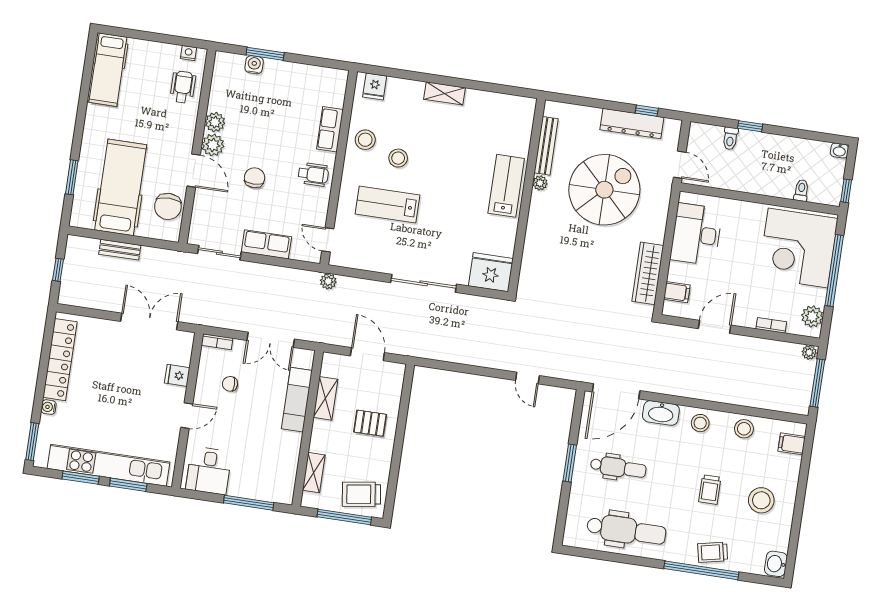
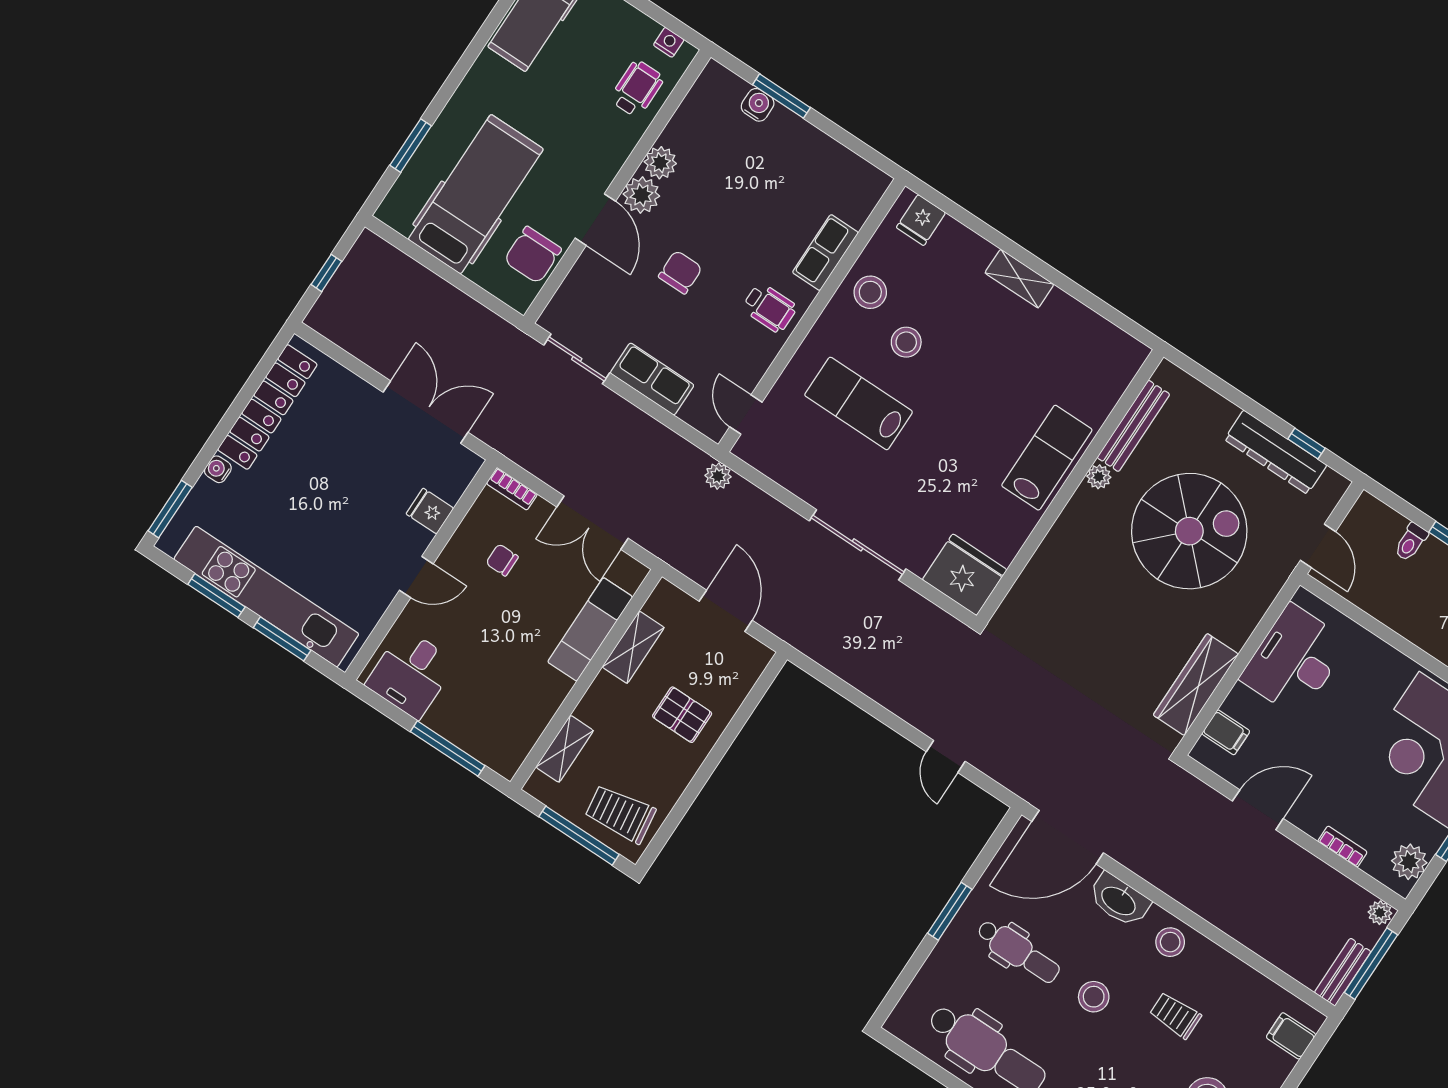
bench: (120, 250) -> (1343, 972), moved, turned 90
stool: (744, 429) -> (1094, 997), moved
trolley: (710, 490) -> (1175, 1015), moved, turned 90

